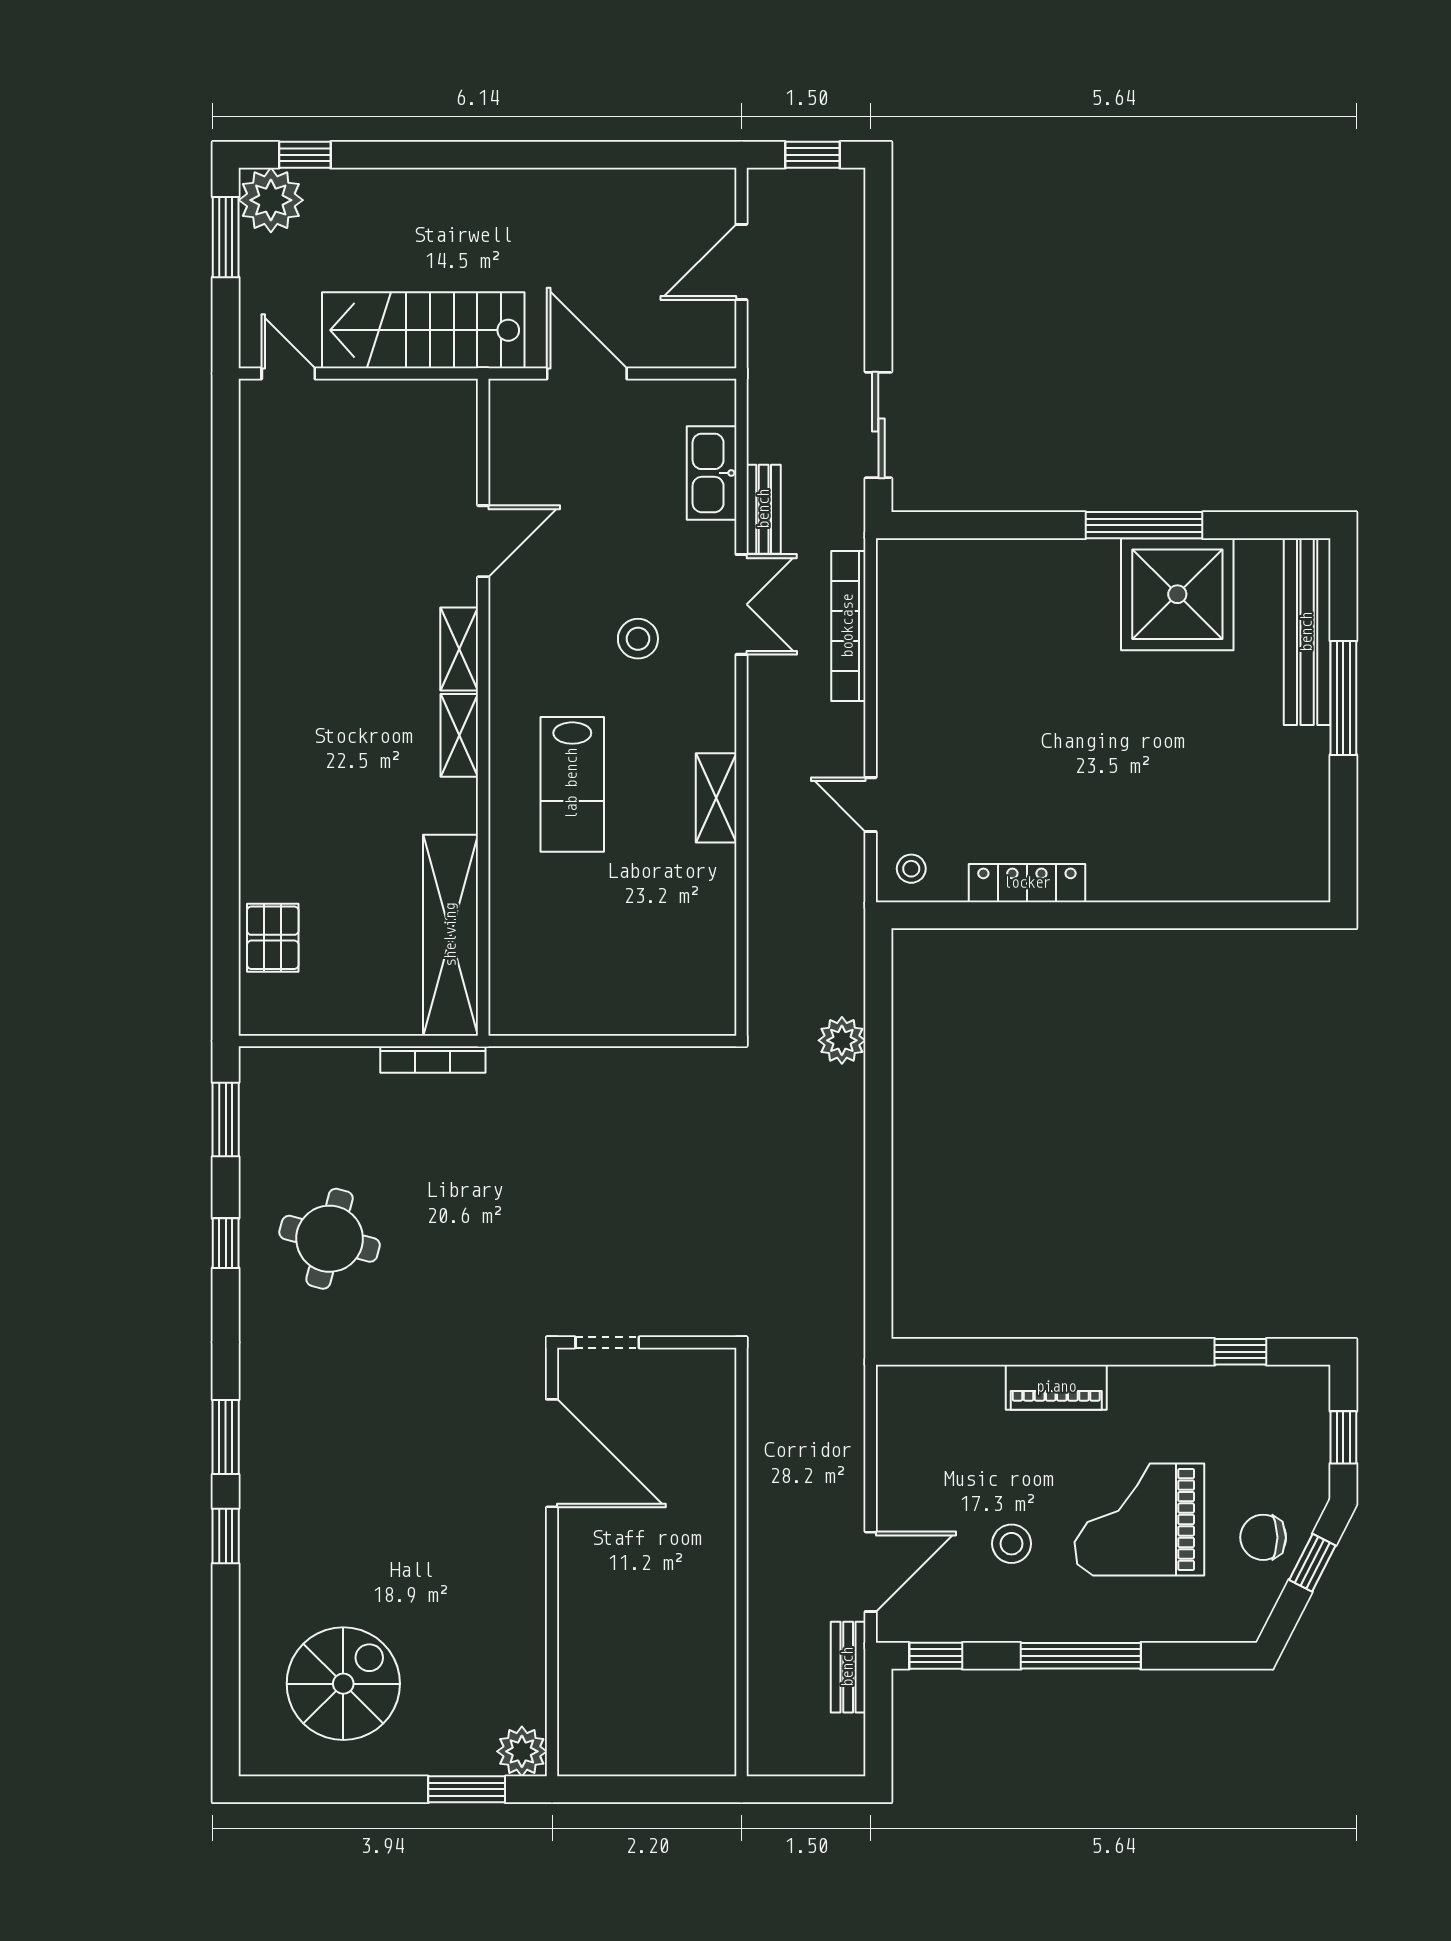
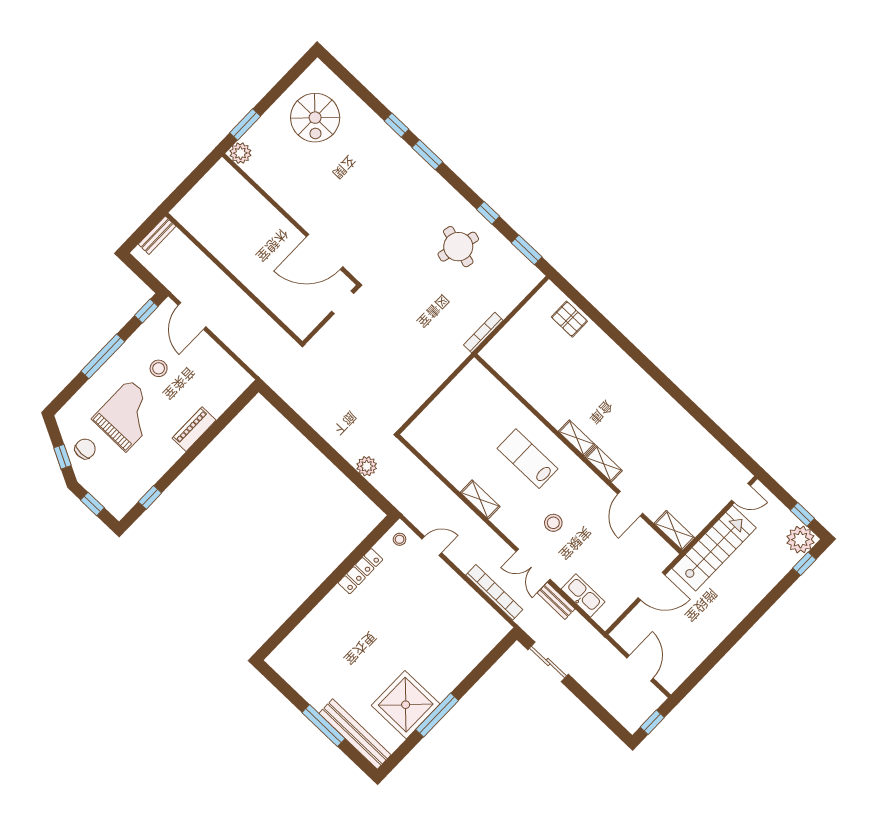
window: (226, 237) -> (802, 514), width x0.67
shelving: (451, 935) -> (674, 531), moved, width x0.45, depth x0.75
bench: (848, 1667) -> (157, 235), moved, turned 90

